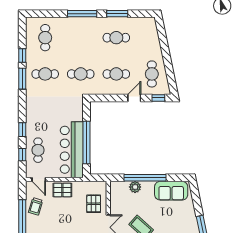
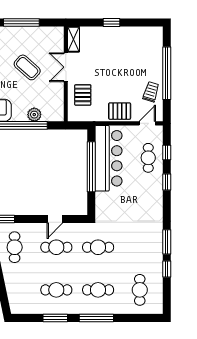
cafe table: (45, 74) -> (98, 290), moved
door: (134, 98) -> (55, 219), moved
door: (39, 179) -> (147, 123), hinge flipped

